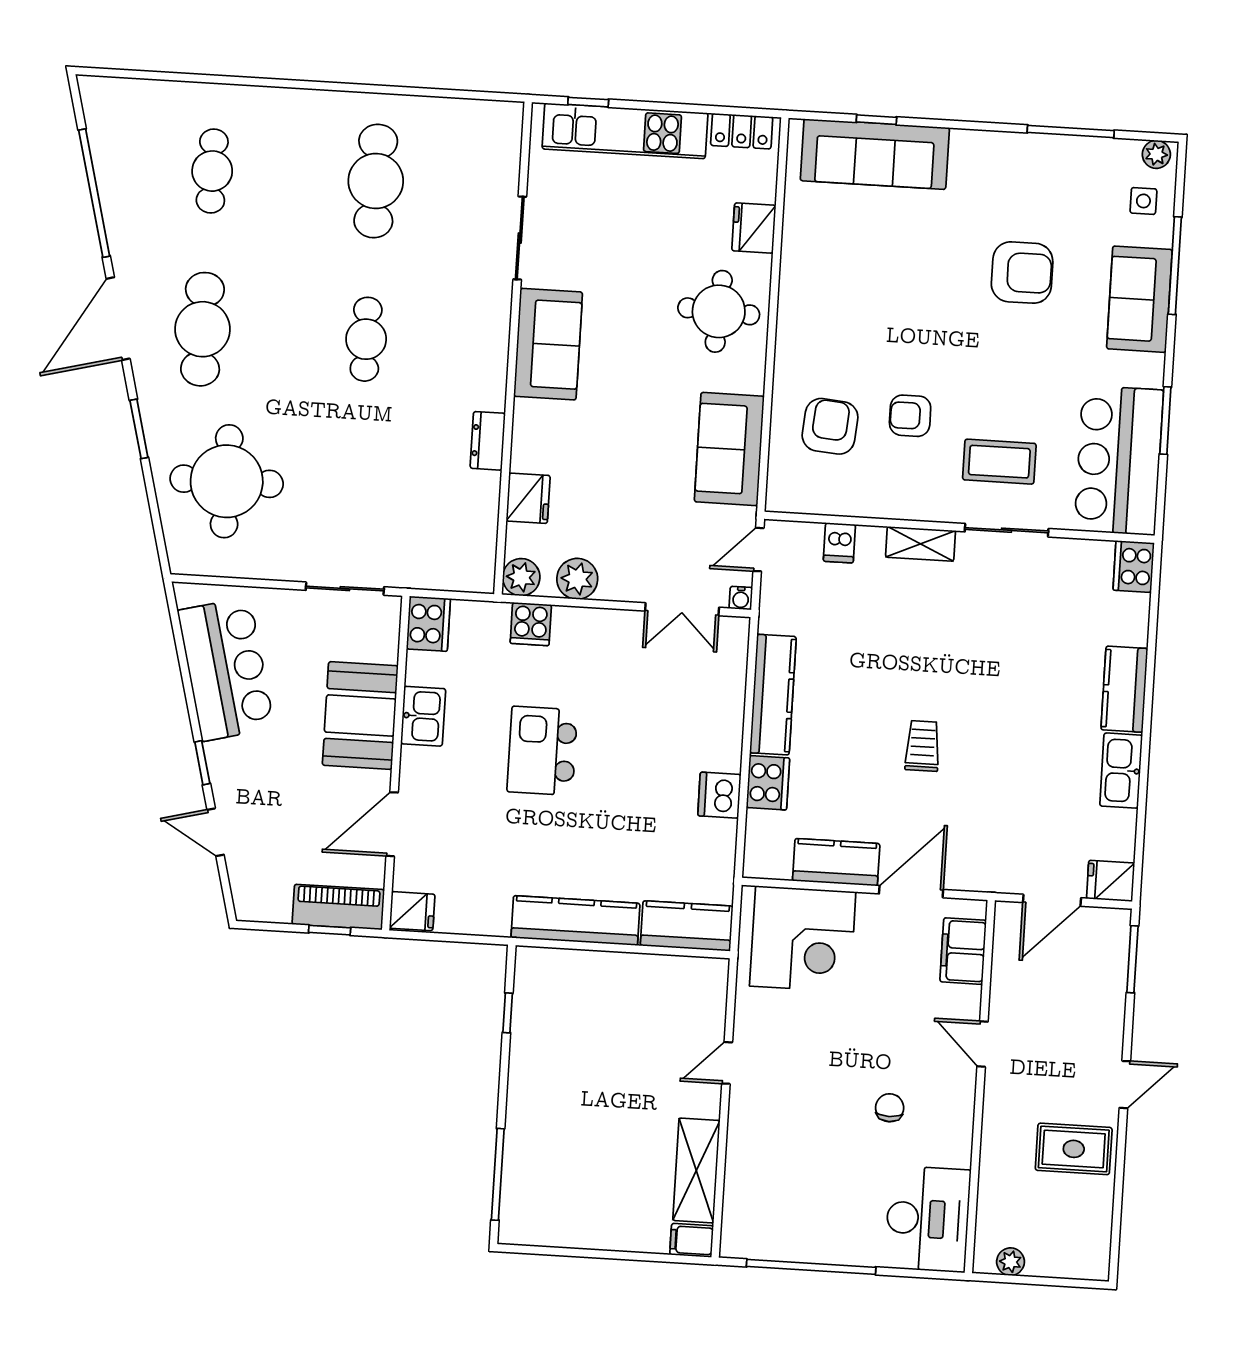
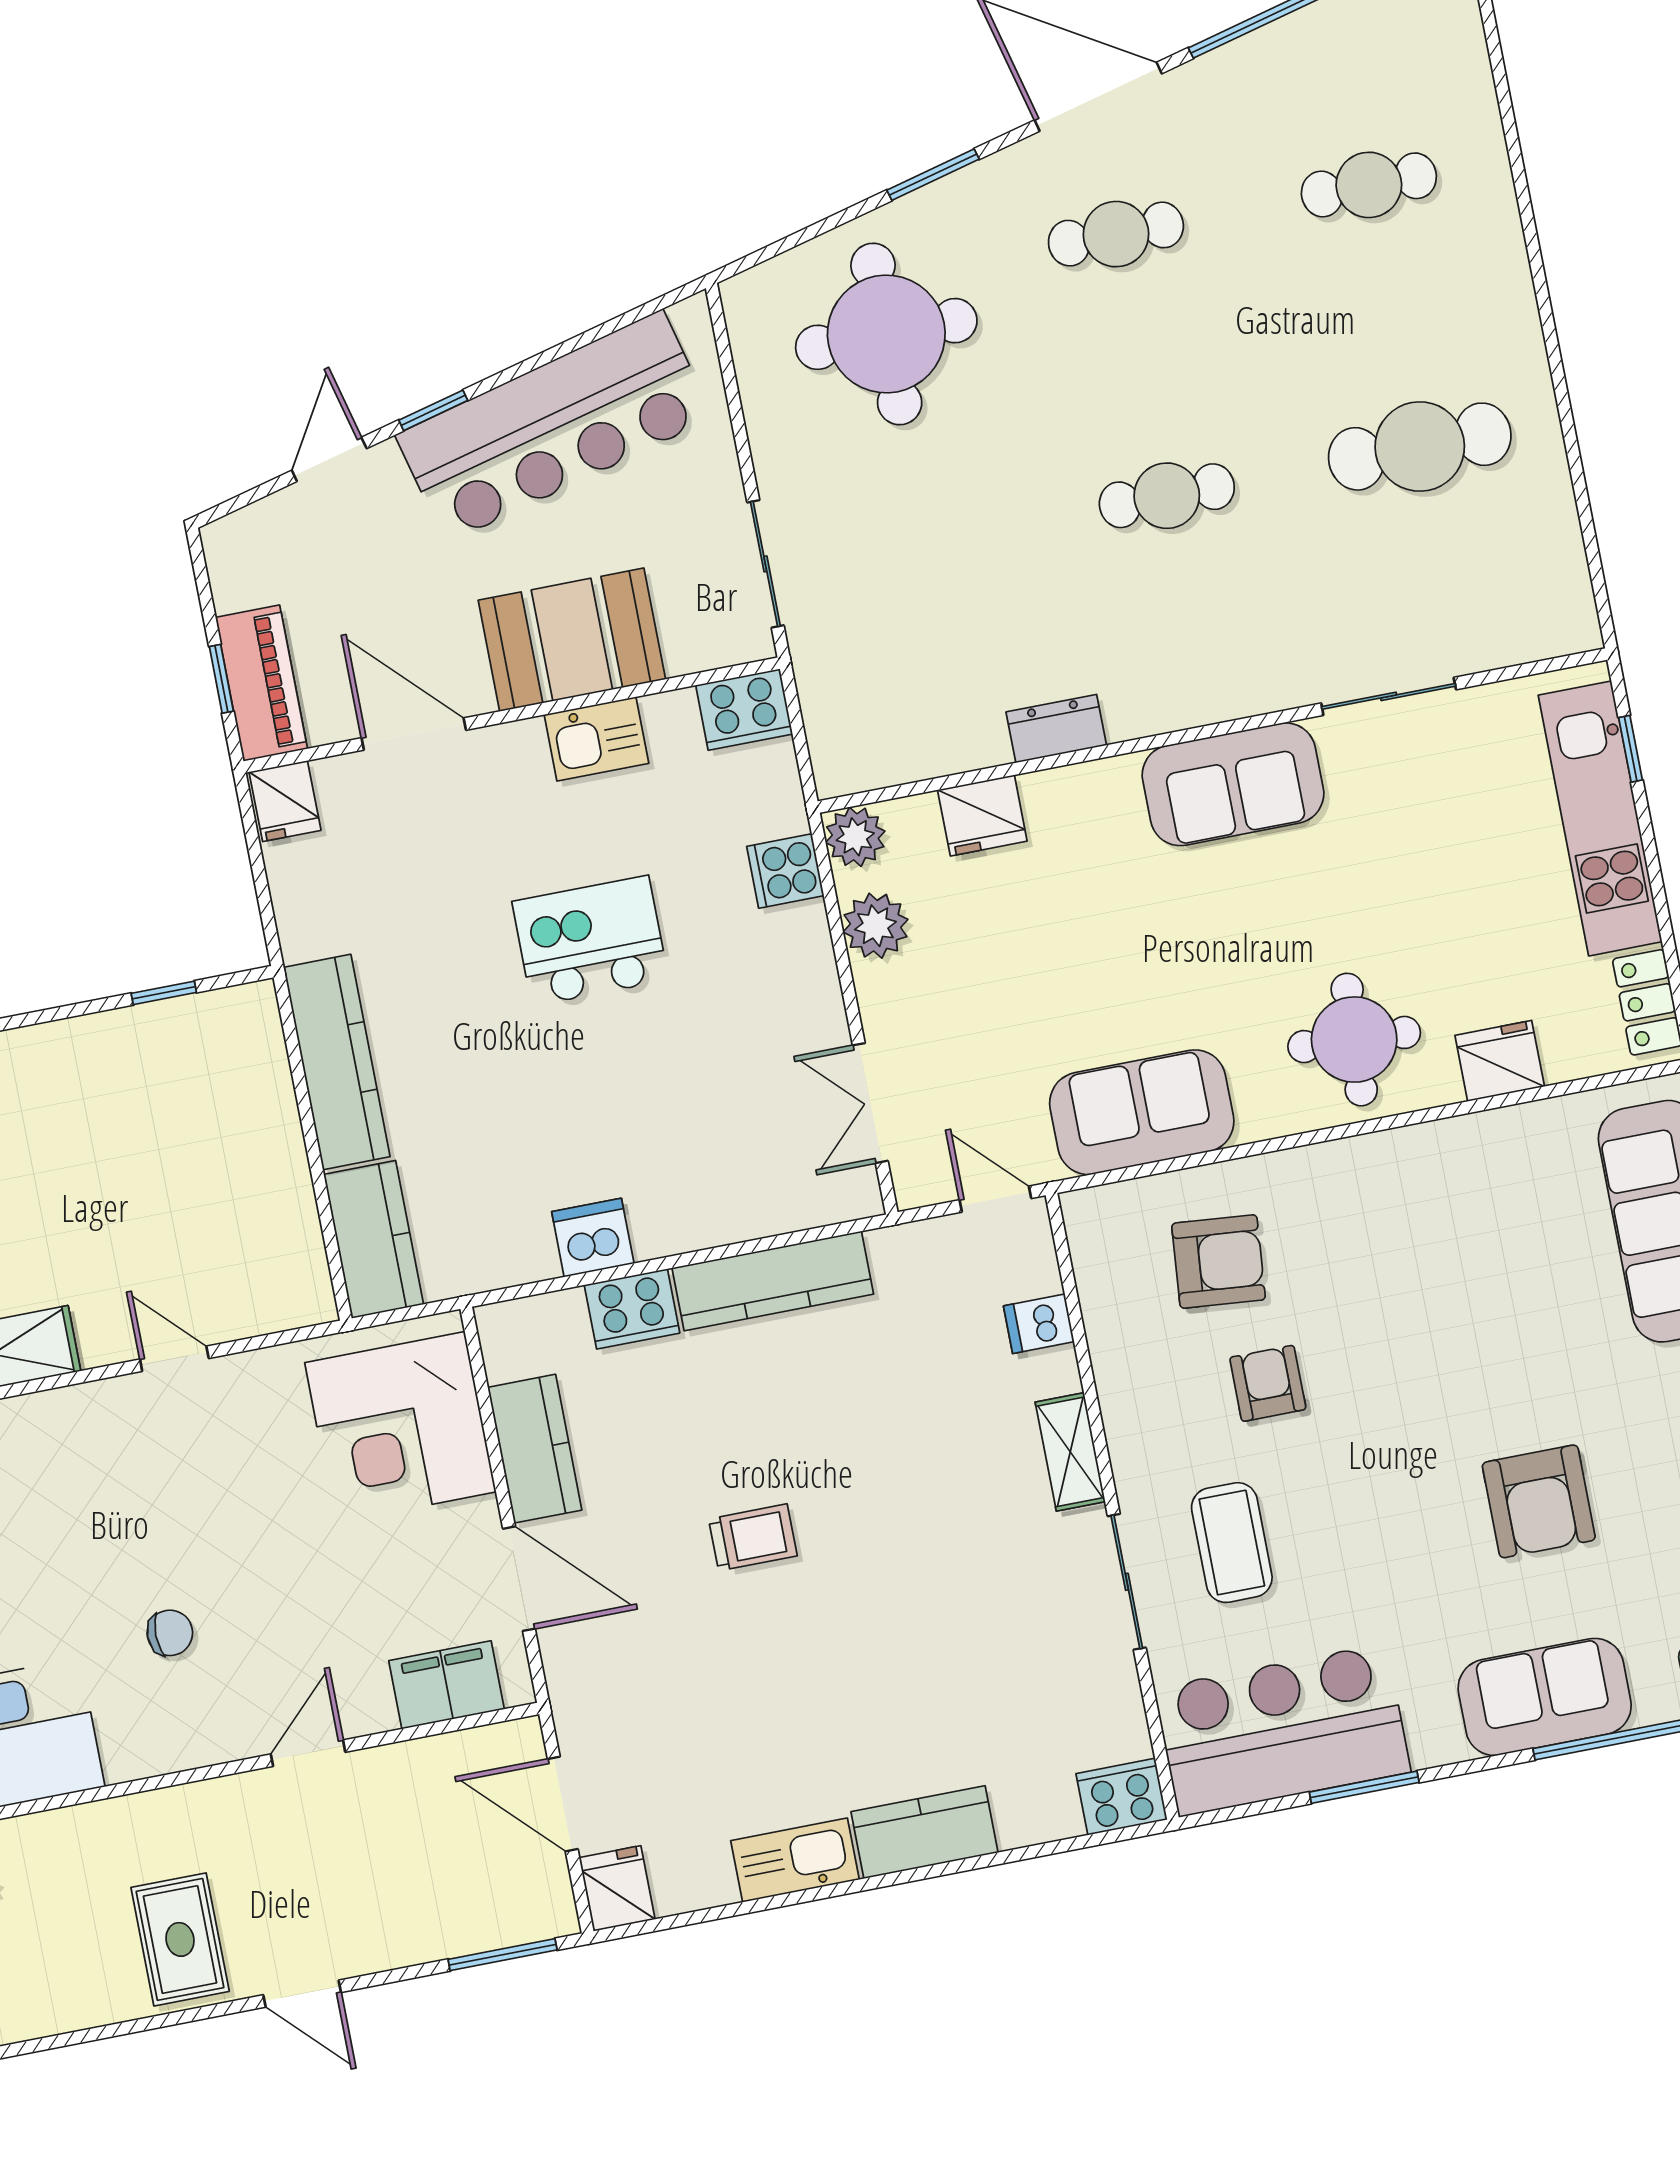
cafe table: (203, 329) -> (1116, 234), width x0.73, depth x0.74
water cooler: (741, 598) -> (912, 1191), removed
bar counter: (226, 669) -> (554, 426), width x1.36

